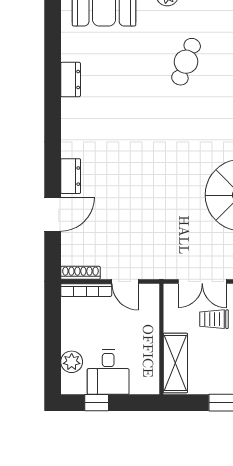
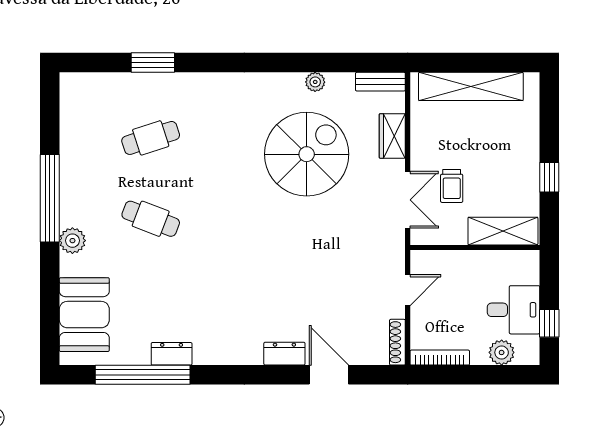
window: (53, 55) -> (143, 375), added
bookcase: (86, 290) -> (440, 358), moved, turned -90

